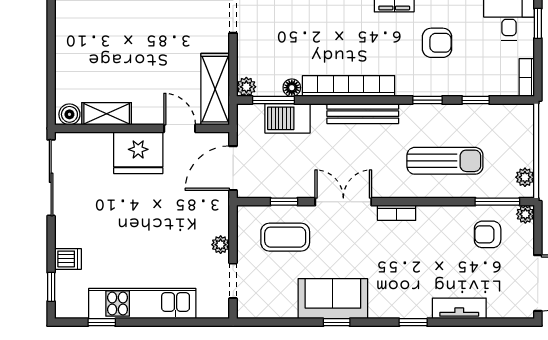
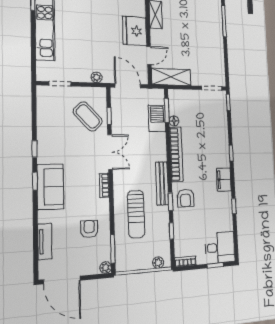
armchair: (437, 43) -> (185, 198), moved
plant: (246, 87) -> (173, 95), removed
bench: (363, 114) -> (162, 183), moved
plant: (525, 177) -> (158, 263), moved
armchair: (488, 234) -> (89, 229), moved
coffee table: (285, 237) -> (88, 116), turned -43
plant: (221, 245) -> (96, 77), moved
sofa: (333, 299) -> (50, 187), moved
tv unit: (459, 308) -> (45, 241), moved
window: (413, 322) -> (35, 181), moved

